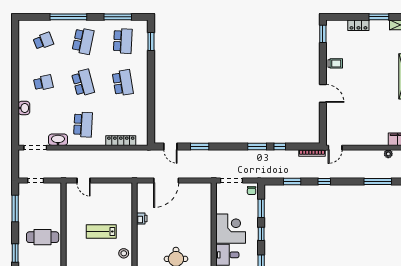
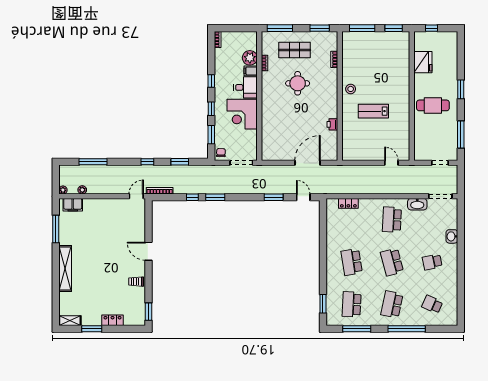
school desk: (43, 41) -> (432, 304), turned 45
locker: (121, 141) -> (348, 203), width x0.66
lab bench: (101, 231) -> (373, 111), turned 180

